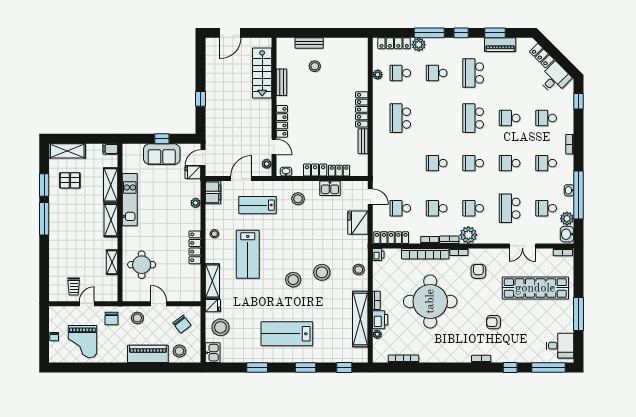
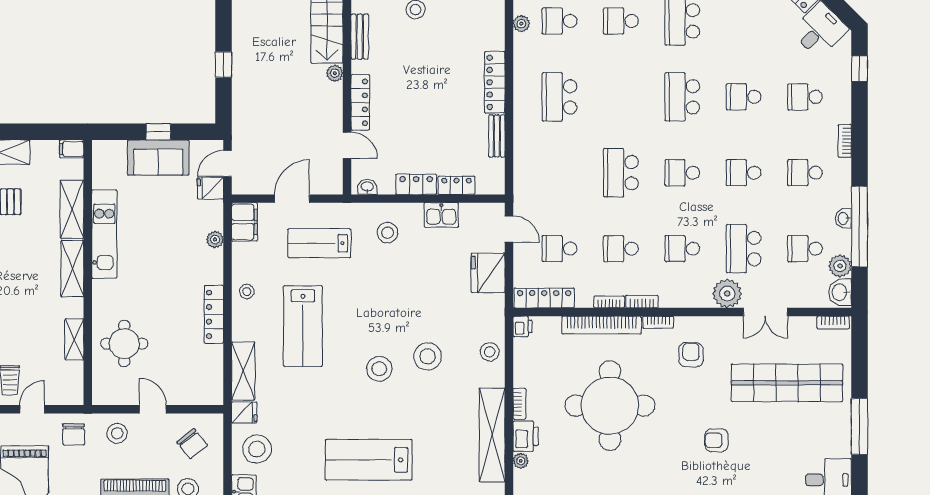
school desk: (437, 163) -> (621, 173), width x1.85
plant: (267, 164) -> (335, 73), moved
plant: (468, 235) -> (727, 294), moved

